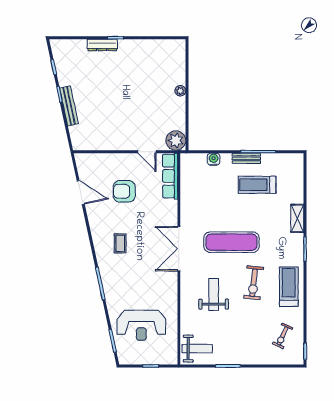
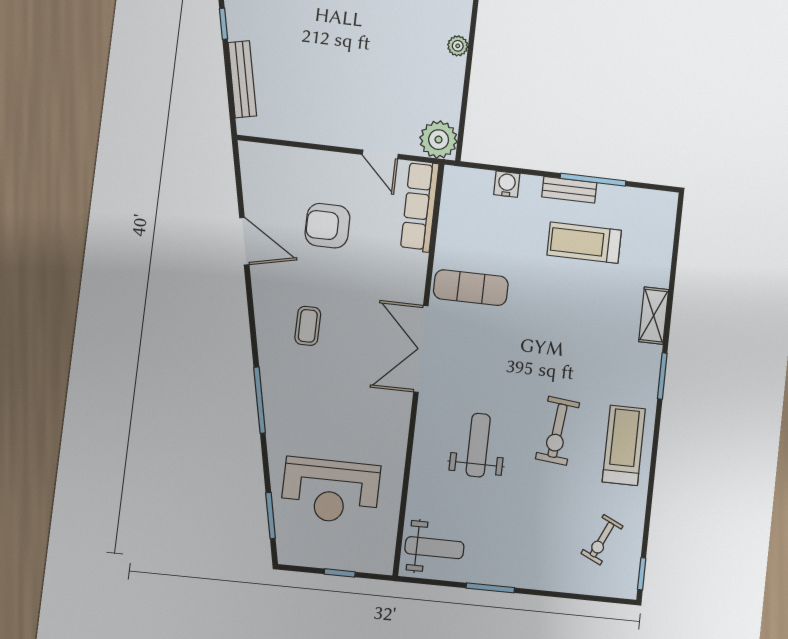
bench: (69, 106) -> (242, 79), moved
door: (81, 193) -> (244, 241), moved
exercise mat: (231, 242) -> (471, 288), moved, width x0.73, depth x0.69

